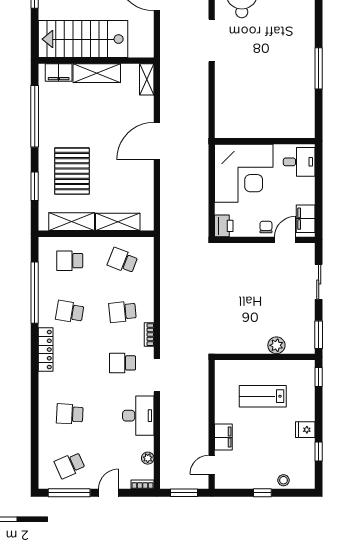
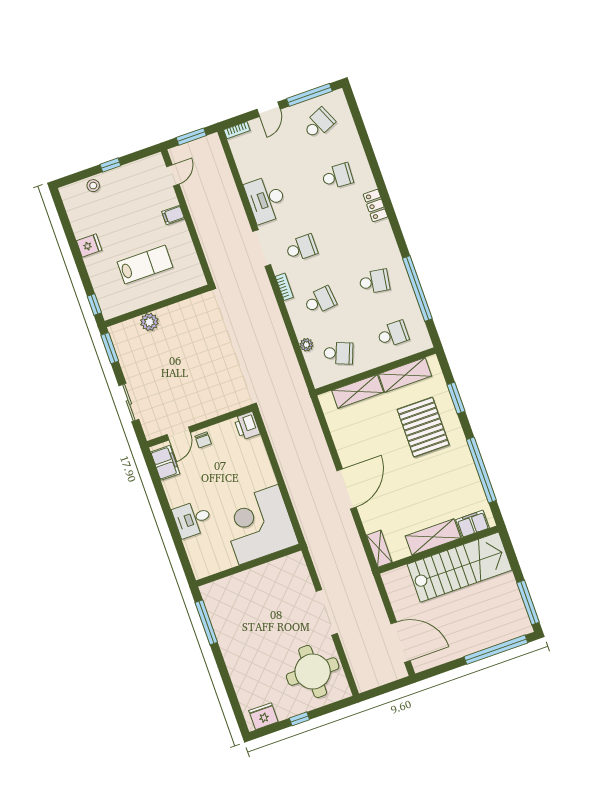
wall: (265, 141) -> (249, 565), moved
corner desk: (244, 173) -> (259, 525), moved
locker: (46, 350) -> (375, 206), moved, width x0.66
filing cabinet: (223, 437) -> (173, 215), width x0.50
window: (319, 451) -> (67, 228), removed
plant: (148, 458) -> (306, 345), moved

